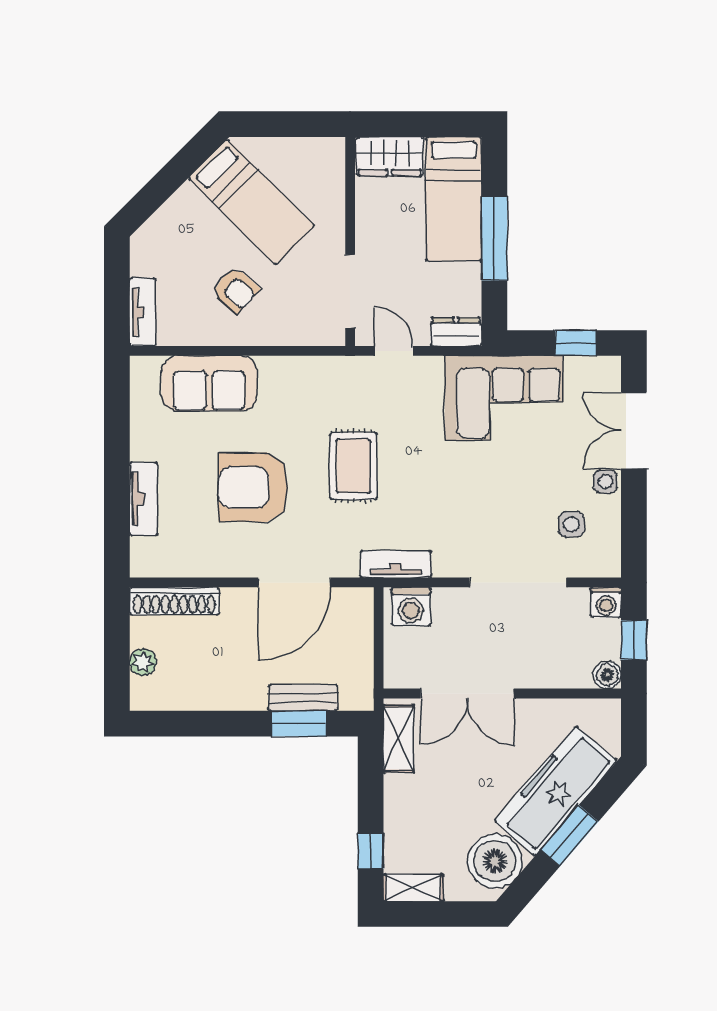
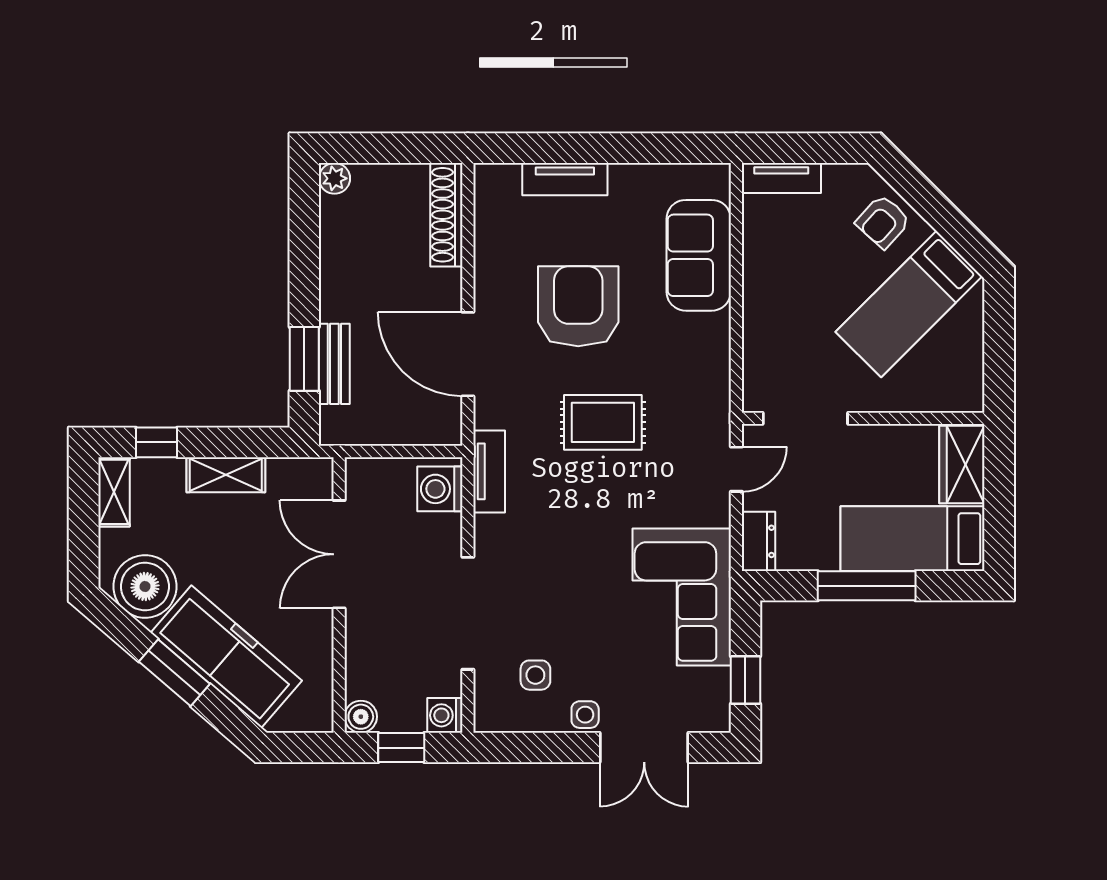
armchair: (236, 290) -> (883, 222), moved
double door: (634, 430) -> (644, 748), swing flipped
plant: (143, 662) -> (334, 178), moved
shelving: (399, 739) -> (226, 475), moved

